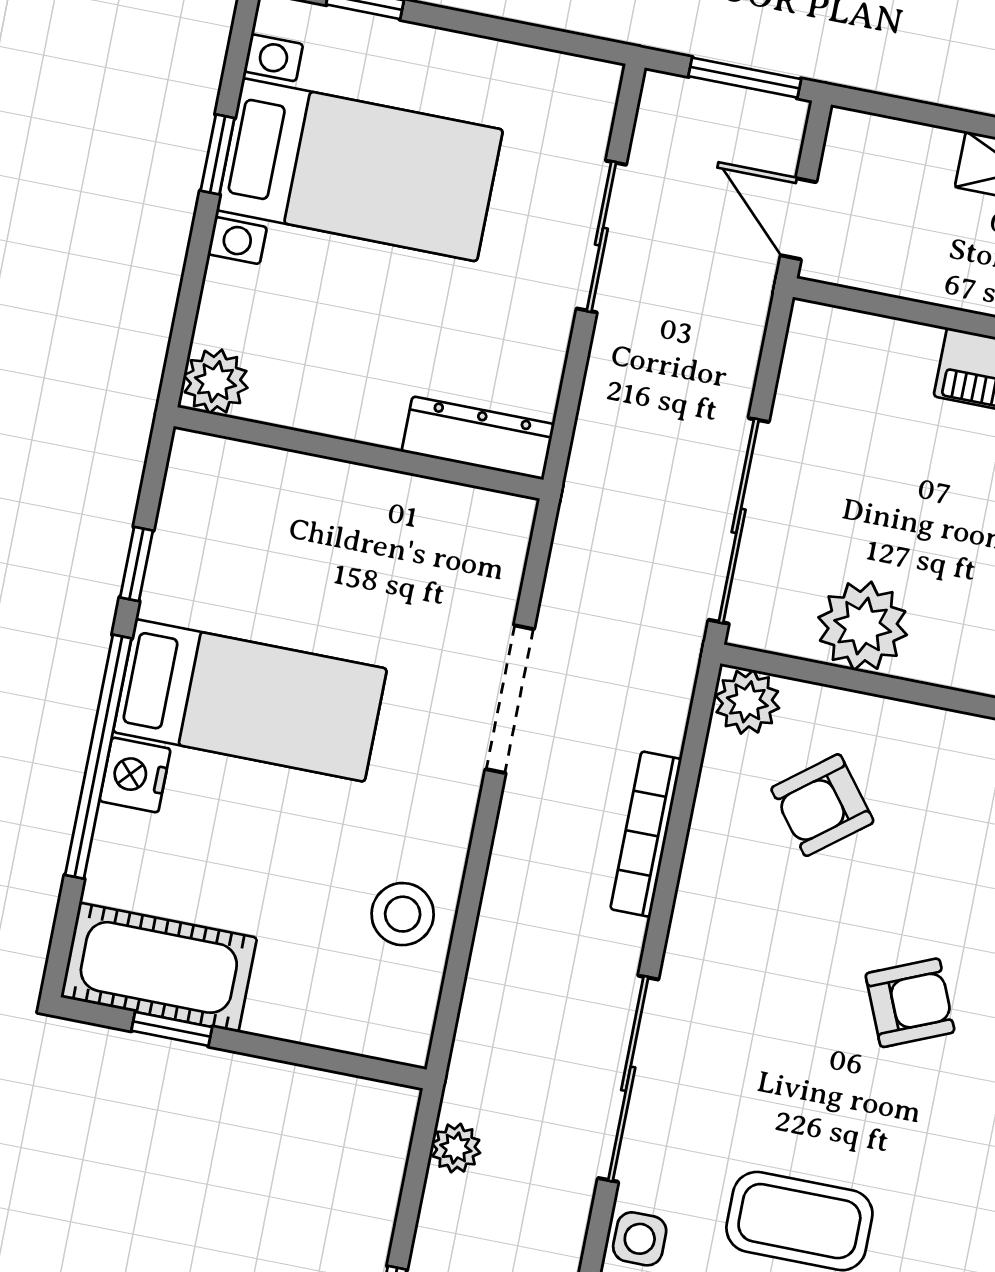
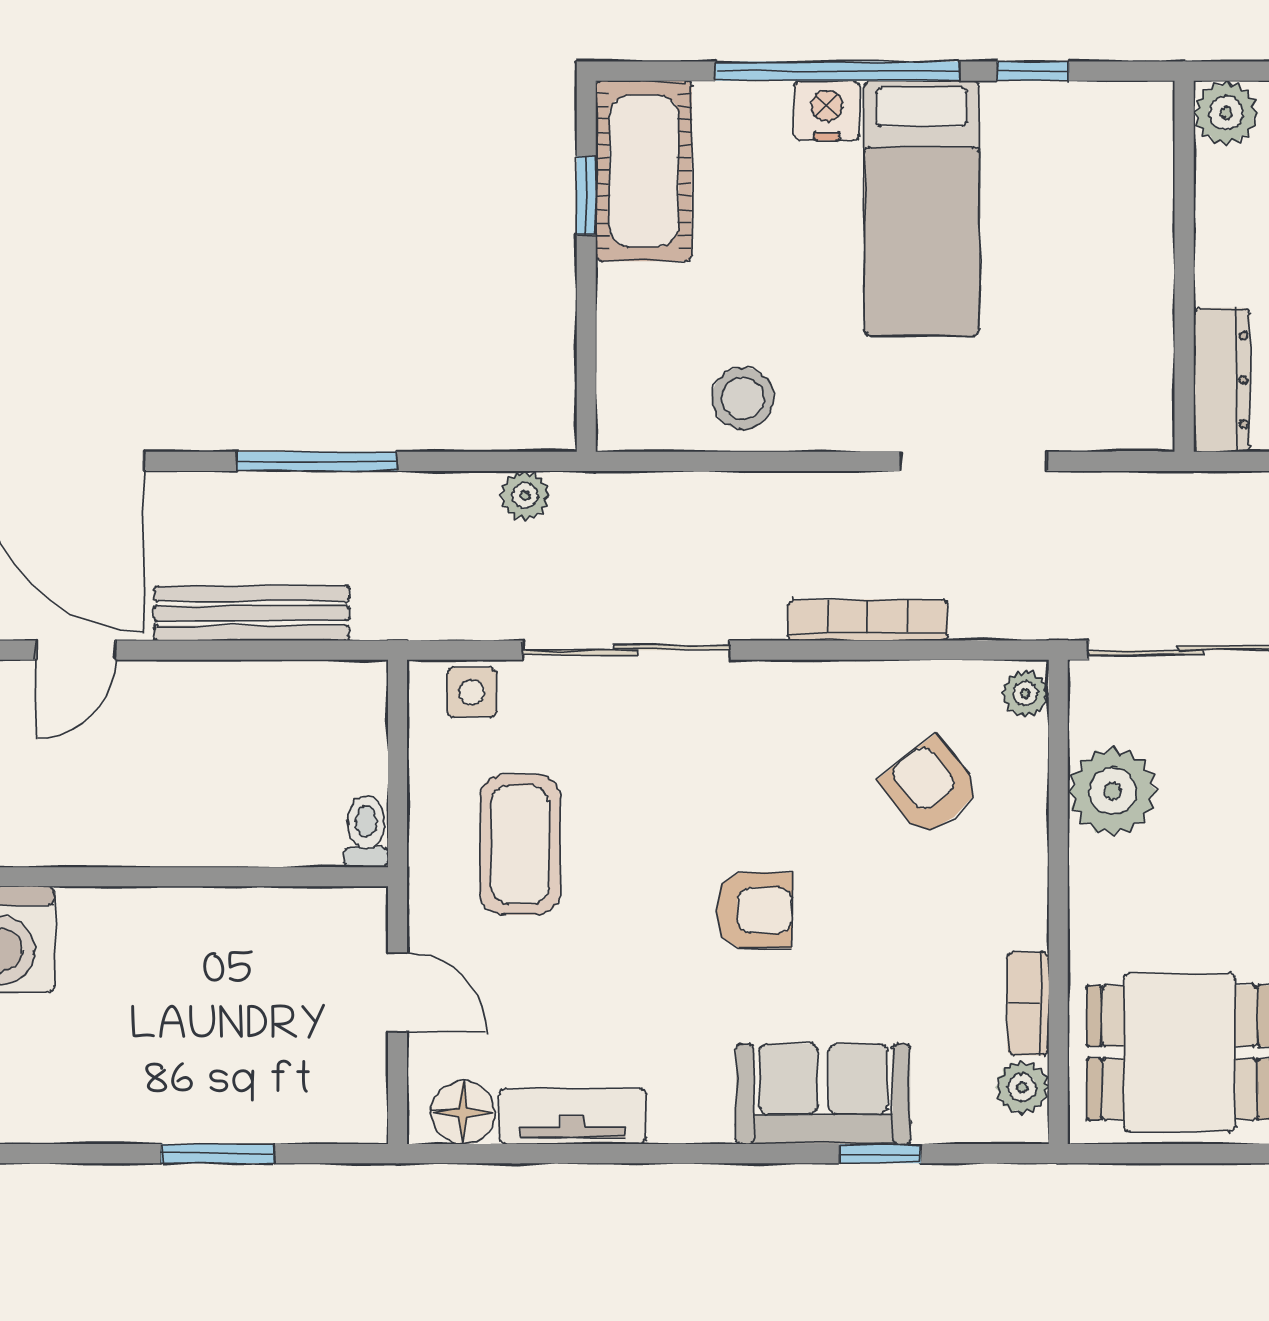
plant: (747, 702) -> (1025, 694), width x0.73, depth x0.73
armchair: (910, 1003) -> (754, 910), turned -67

